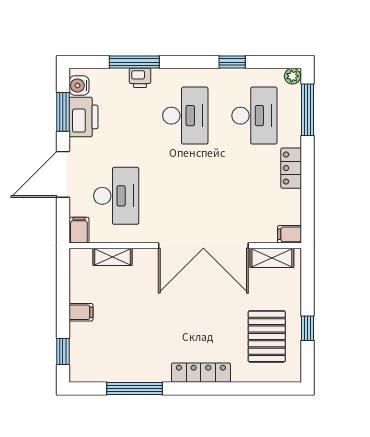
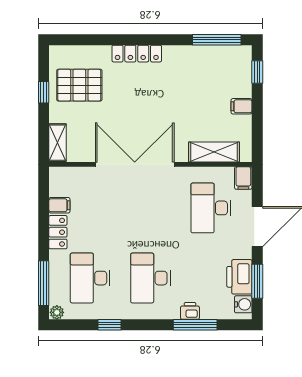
filing cabinet: (290, 234) -> (59, 205), moved
shelving: (112, 257) -> (214, 152), width x1.50, depth x1.33
shelving: (272, 258) -> (58, 143), moved, turned 90
pallet: (267, 336) -> (79, 85), turned 90
window: (135, 388) -> (217, 40), moved

